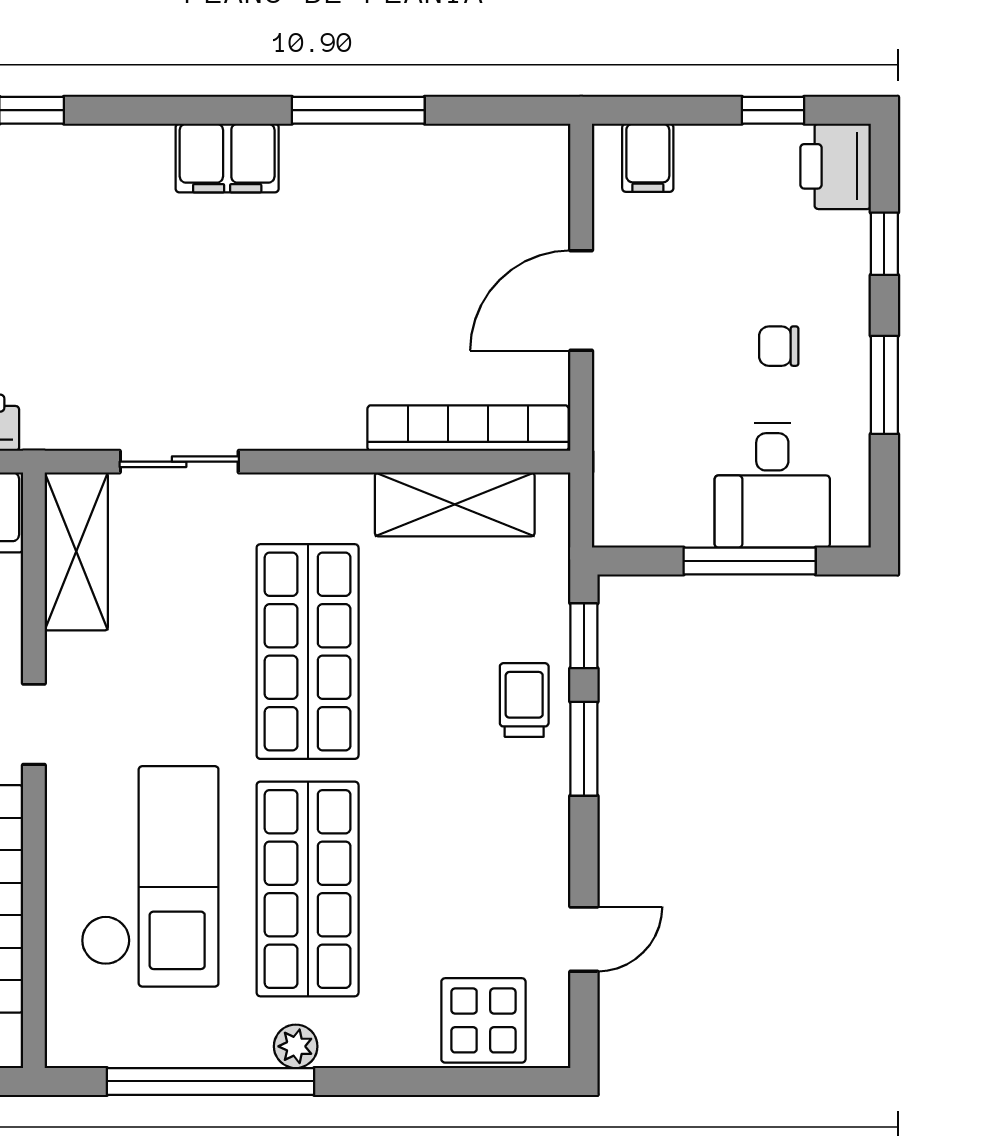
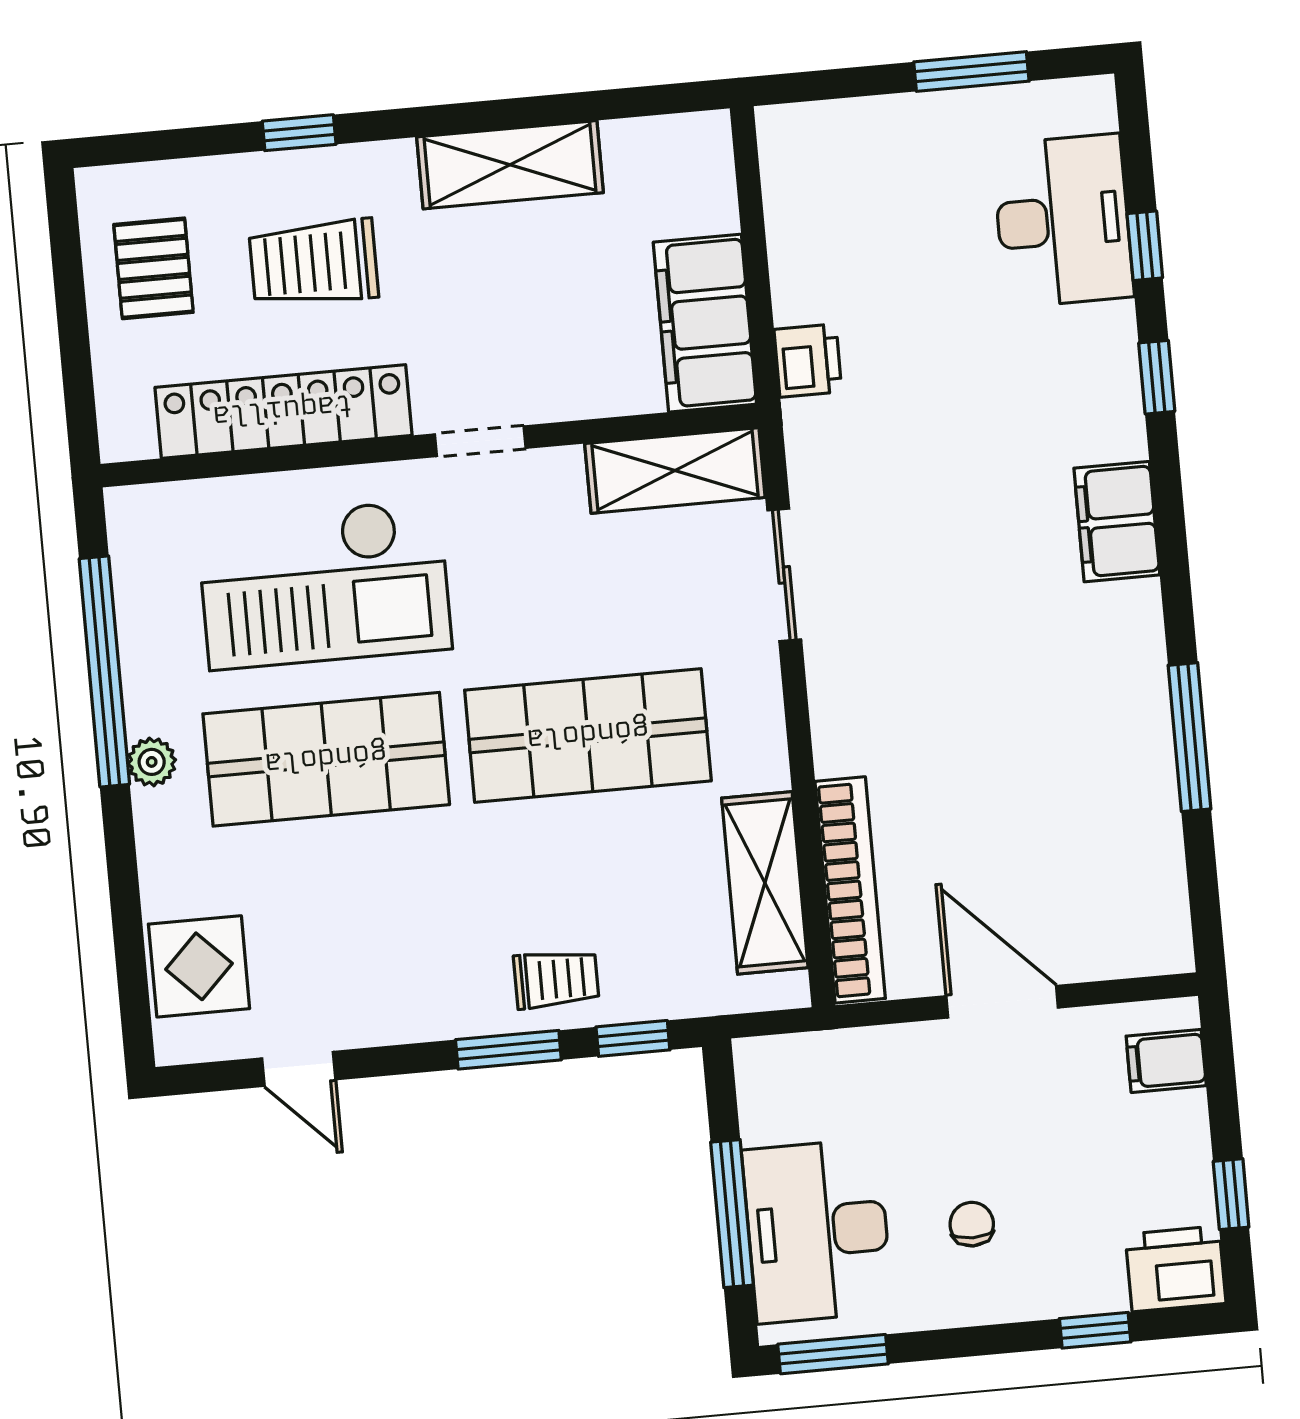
filing cabinet: (227, 158) -> (1117, 522), moved
window: (884, 385) -> (833, 1354), moved
desk: (772, 485) -> (818, 1231), width x1.37

